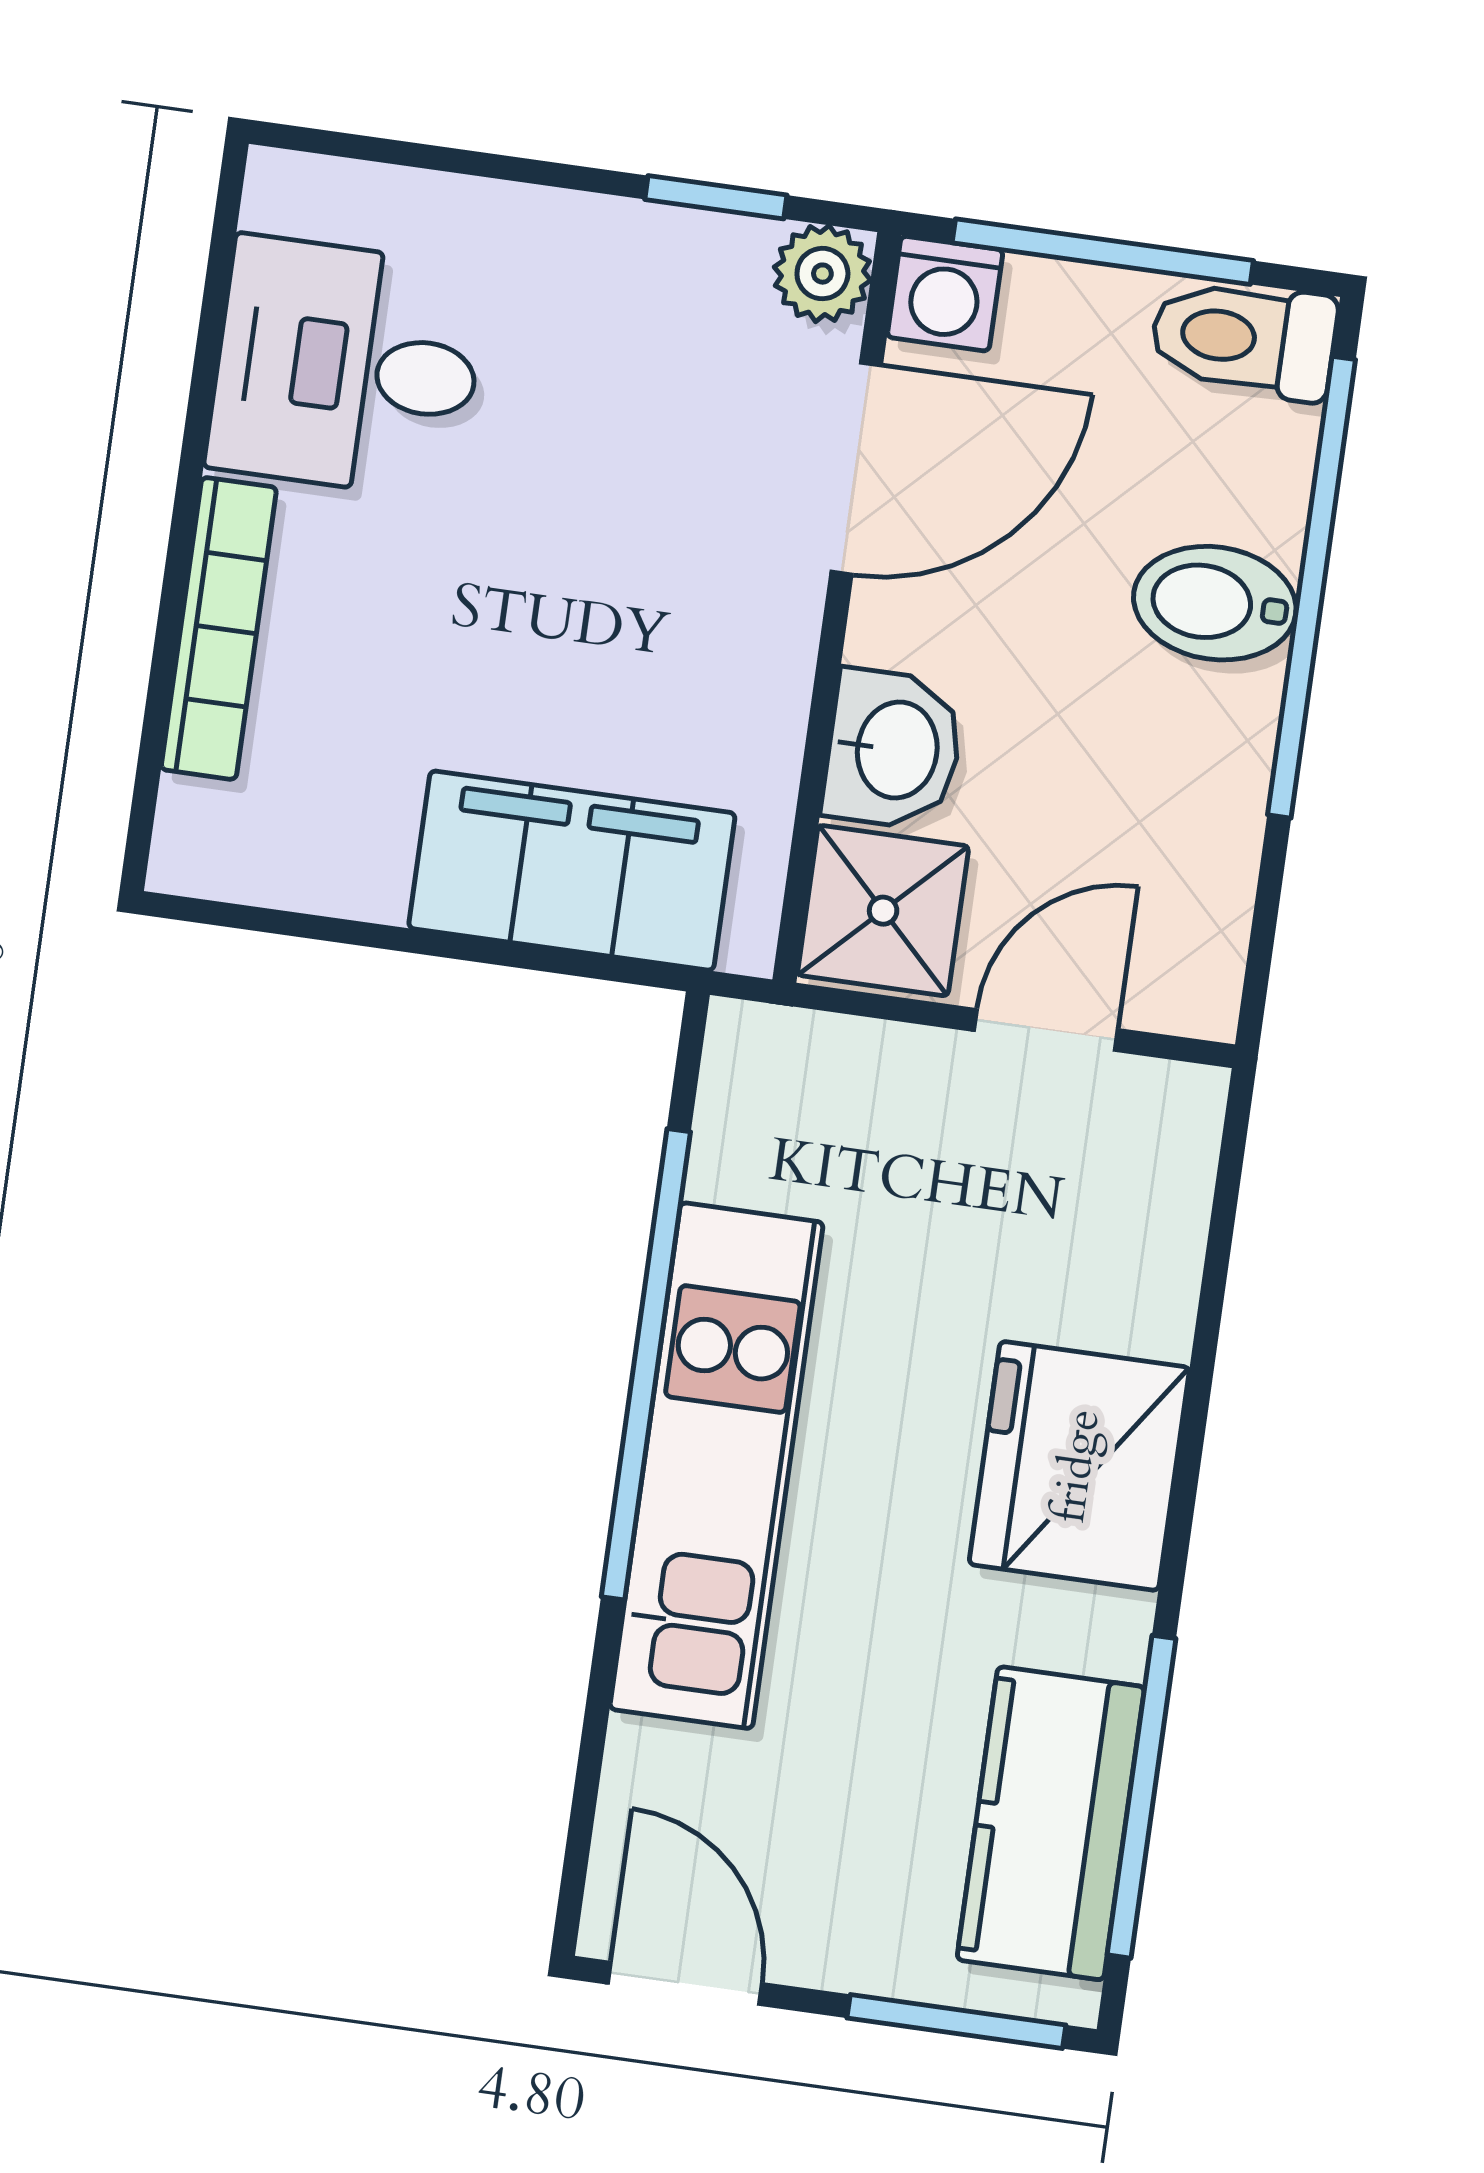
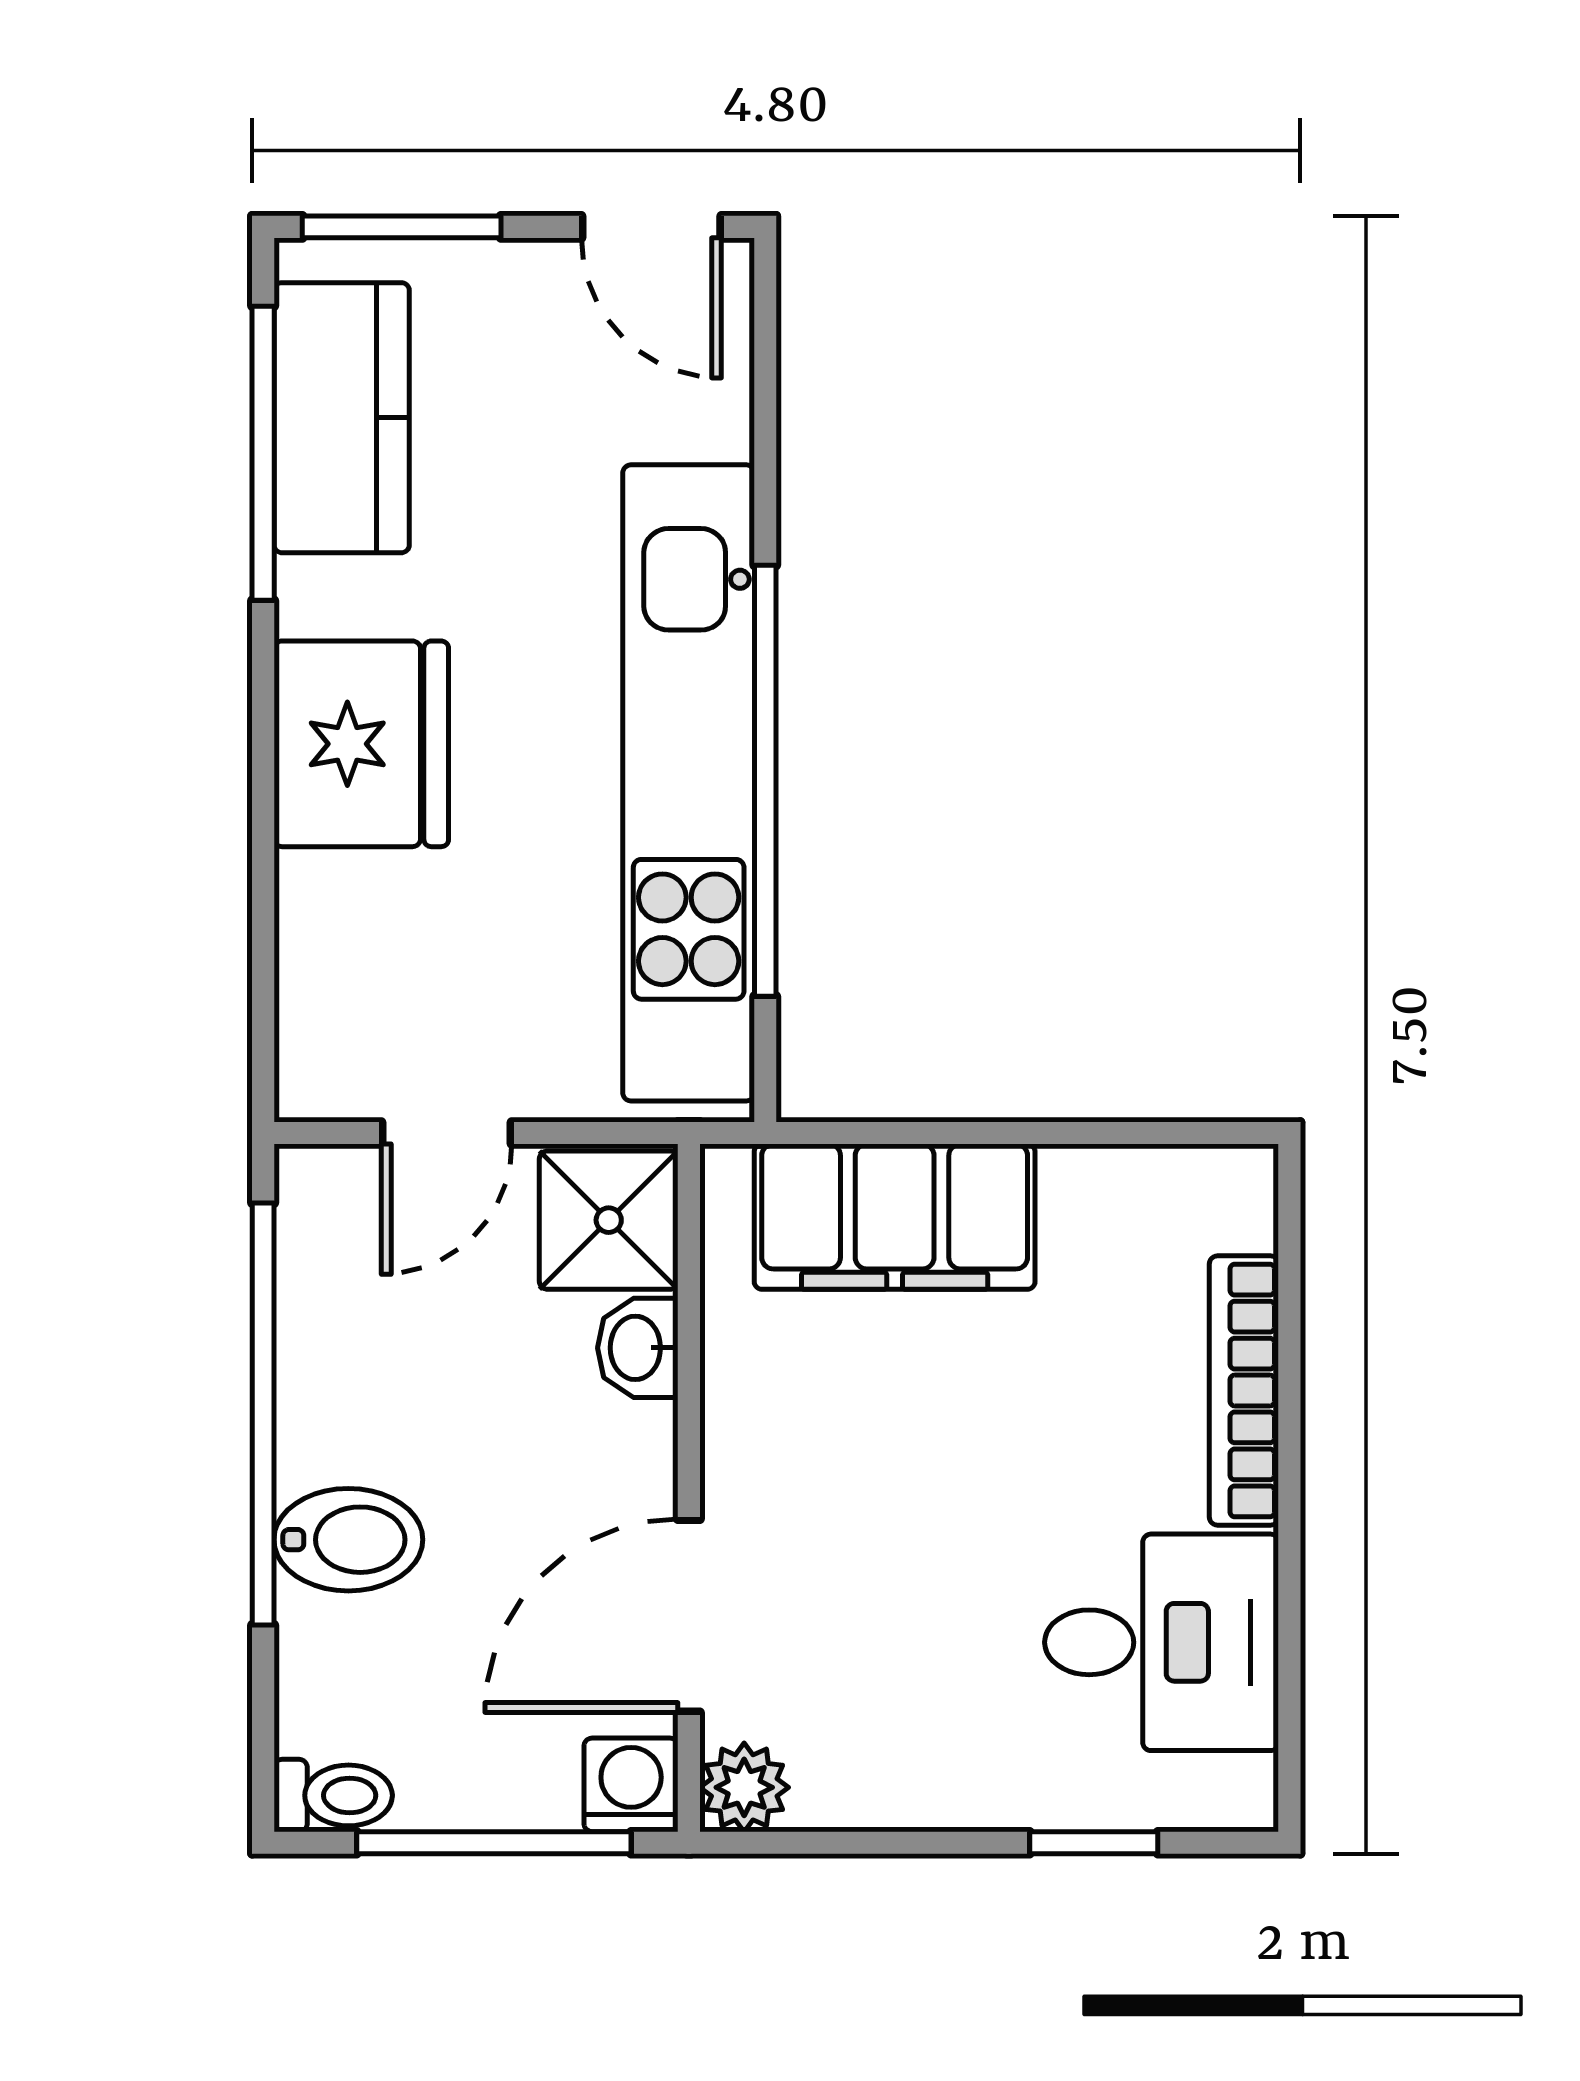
window: (716, 197) -> (1094, 1843), moved
toilet: (1244, 339) -> (333, 1795), width x0.73, depth x0.72
window: (1311, 587) -> (263, 1414), moved
washbasin: (893, 749) -> (638, 1348), width x0.72, depth x0.69
kitchen unit: (716, 1466) -> (689, 783), width x1.36

